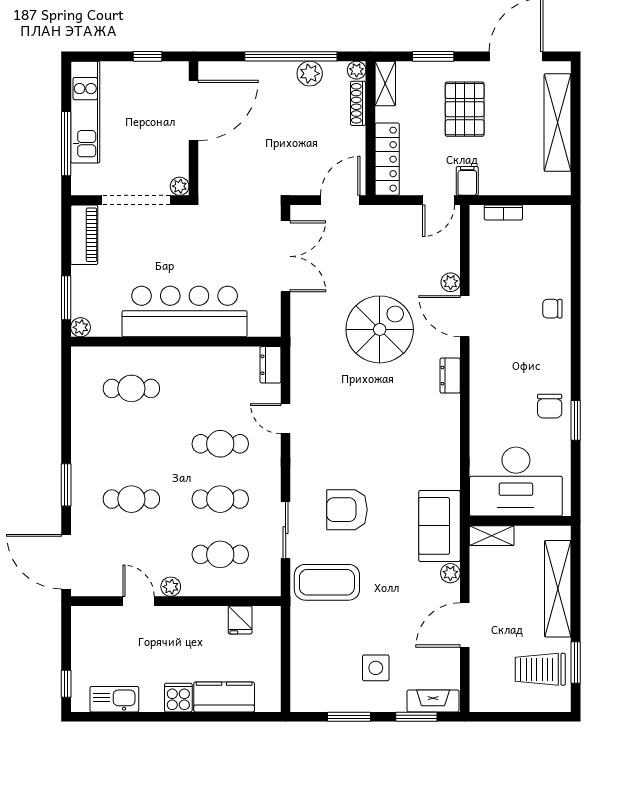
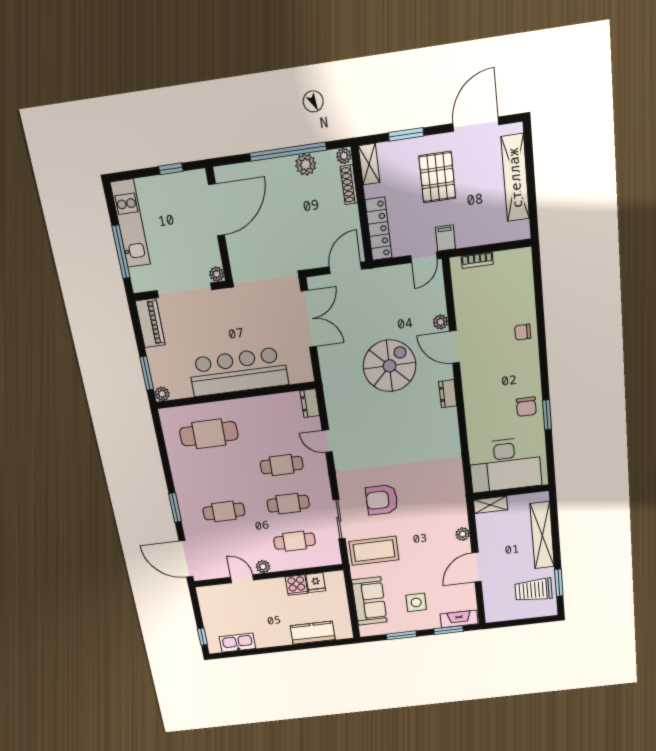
cafe table: (131, 388) -> (209, 434), width x1.37, depth x1.35
sofa: (439, 526) -> (369, 601), moved, turned 180
cooker: (178, 698) -> (296, 585), moved, turned 180

